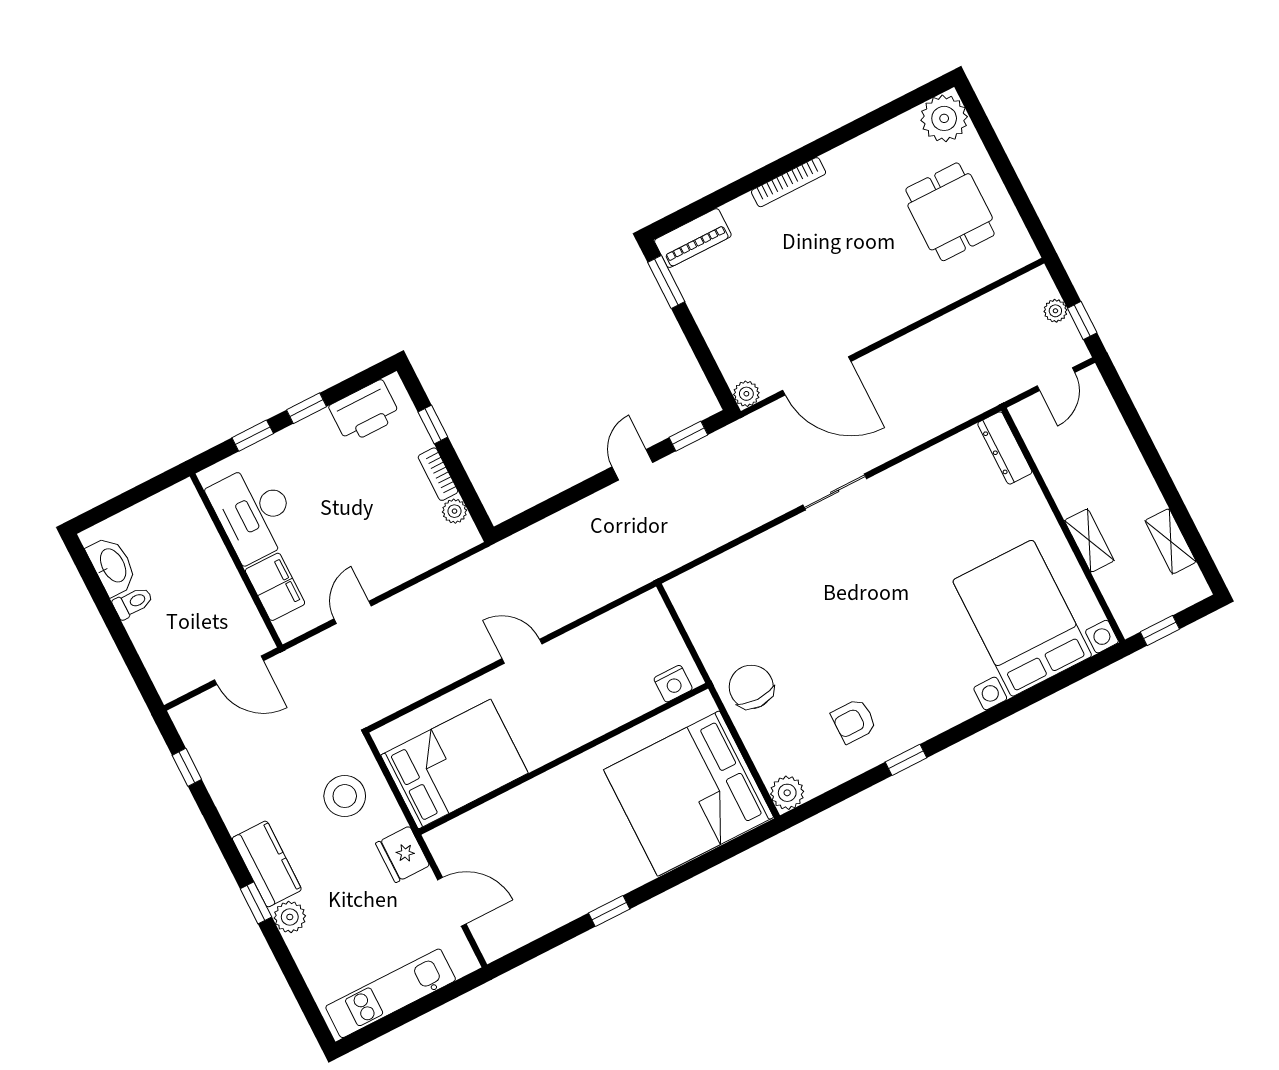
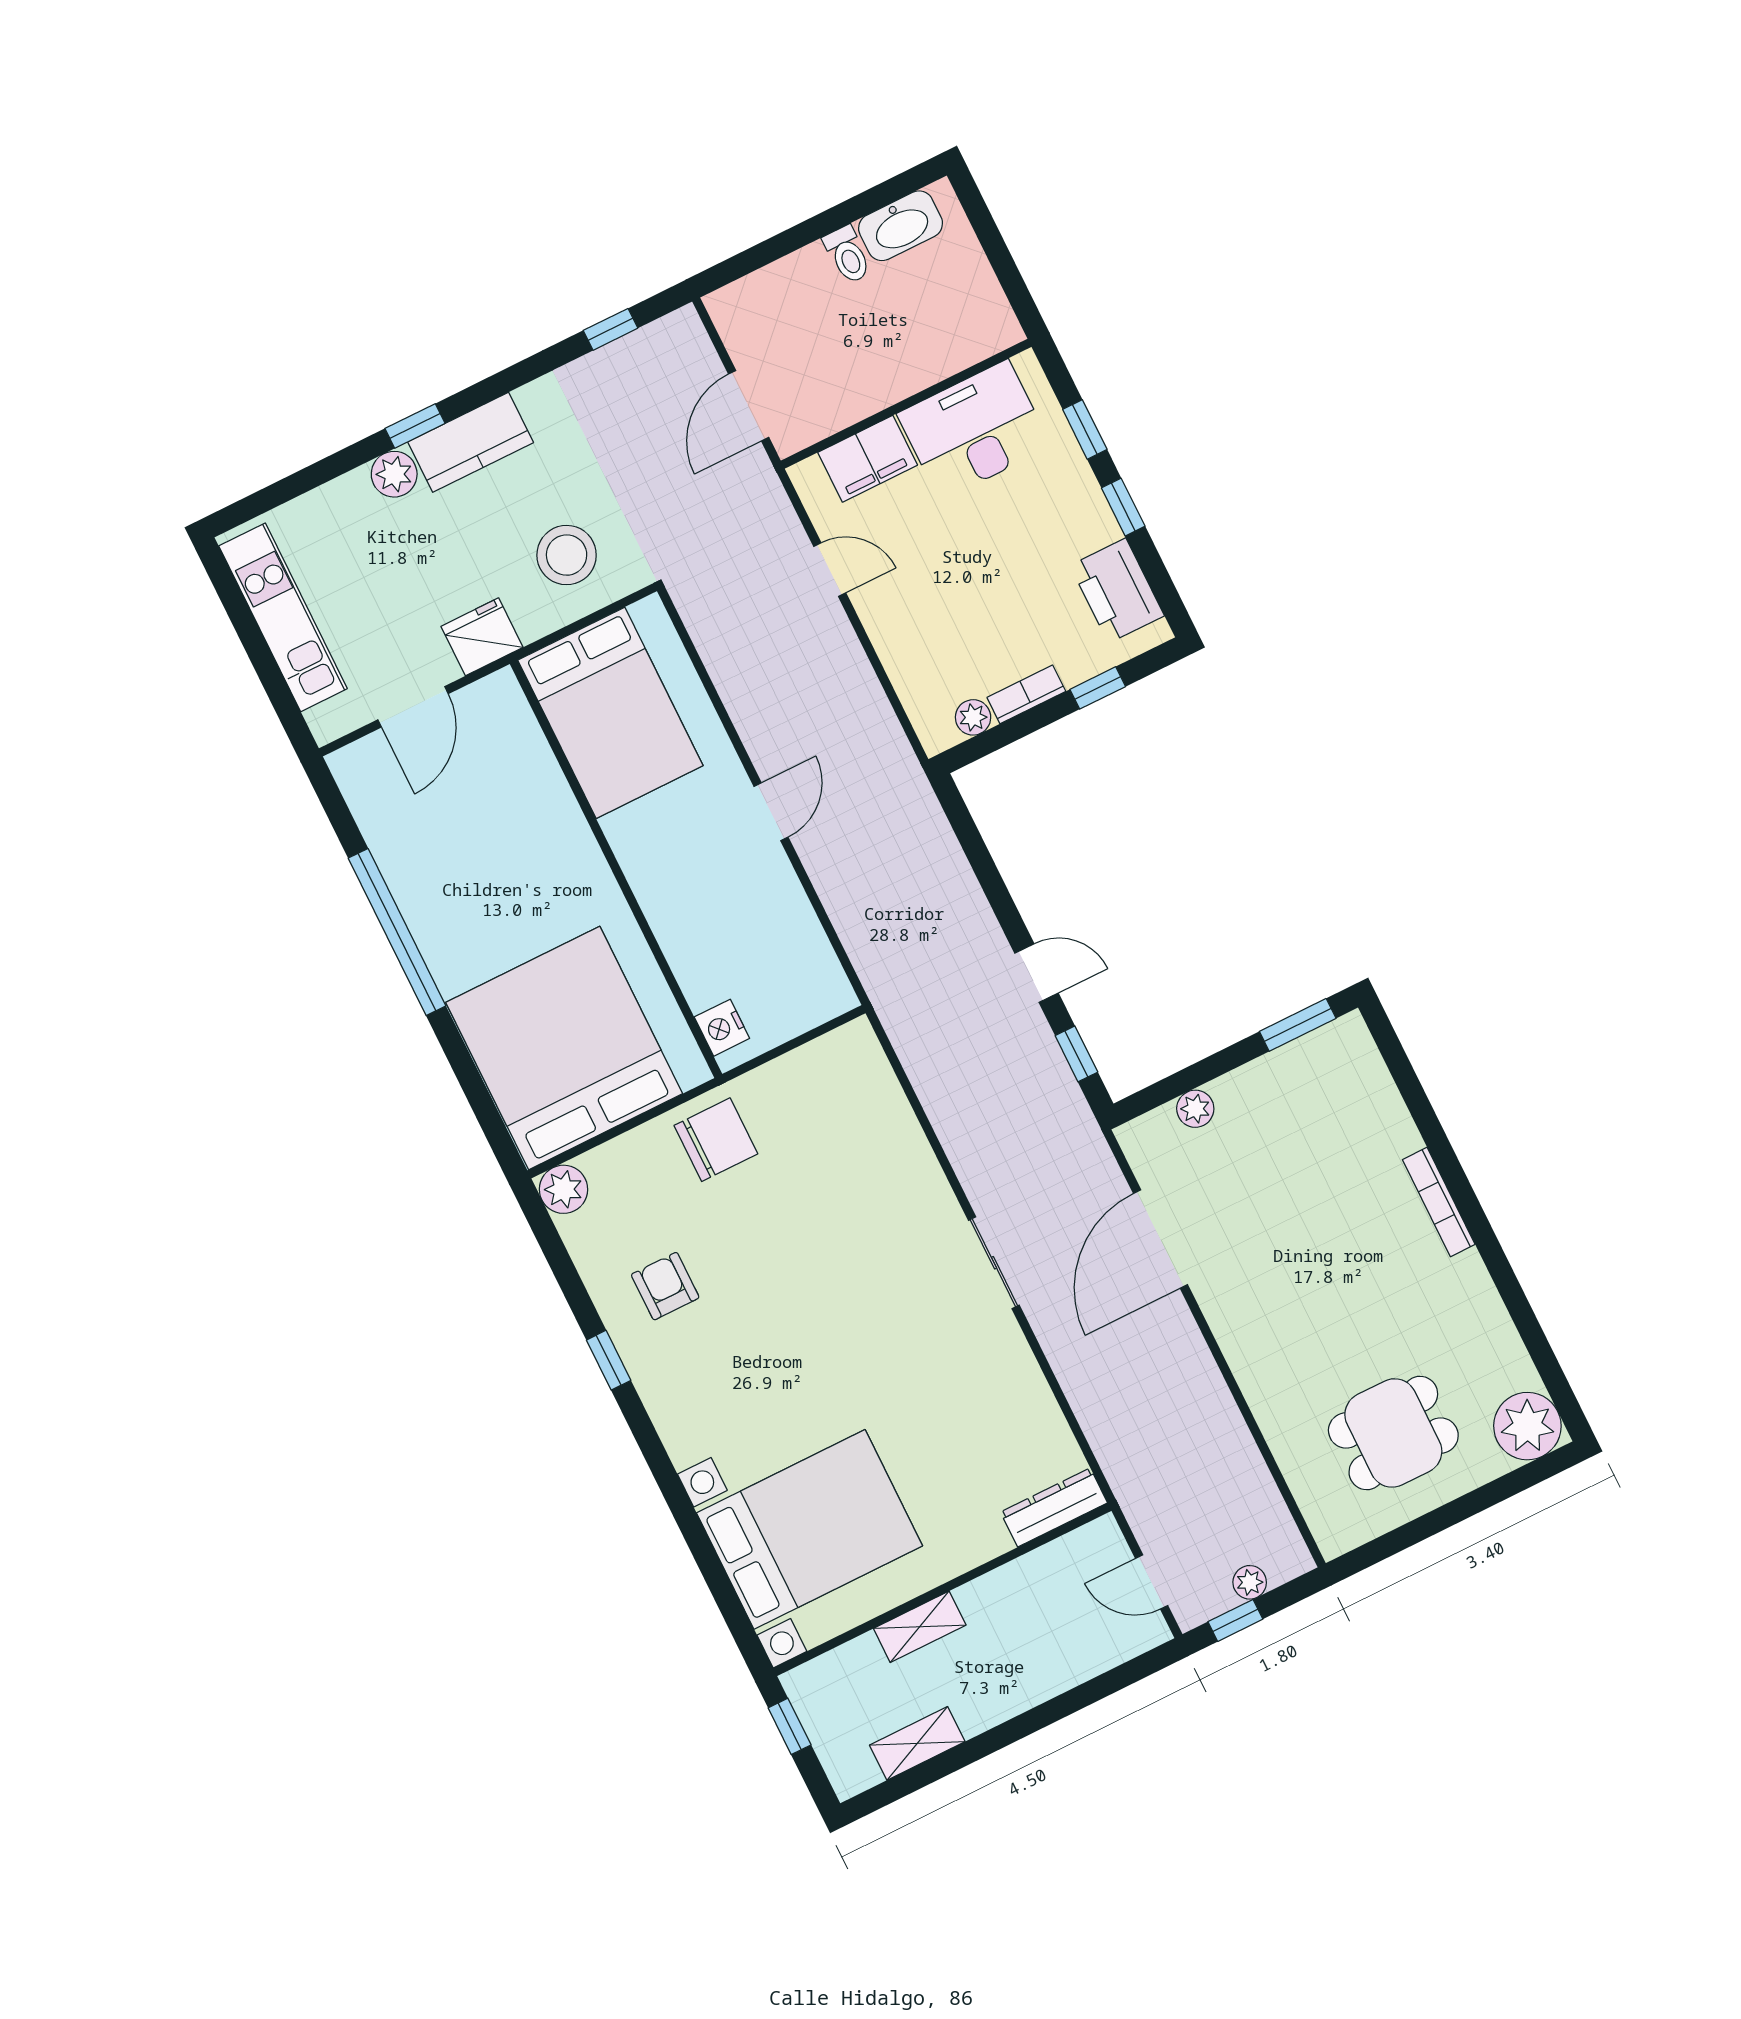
piano: (693, 238) -> (1360, 1064), removed
plant: (746, 394) -> (1195, 1109), moved
window: (609, 911) -> (397, 932), width x3.17

